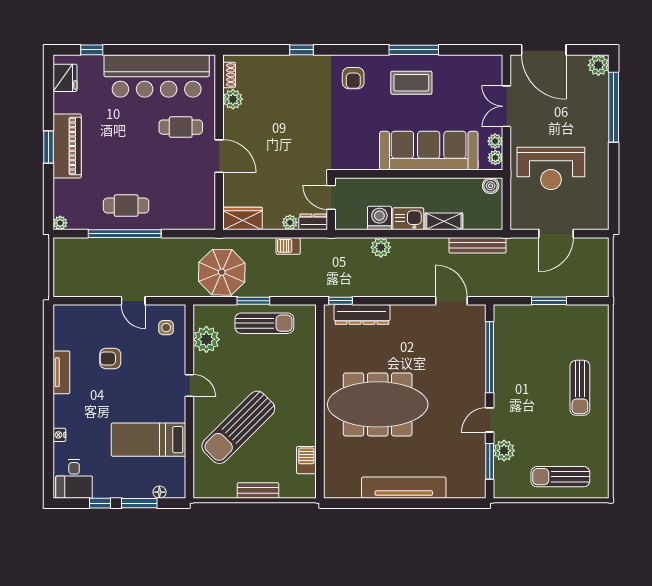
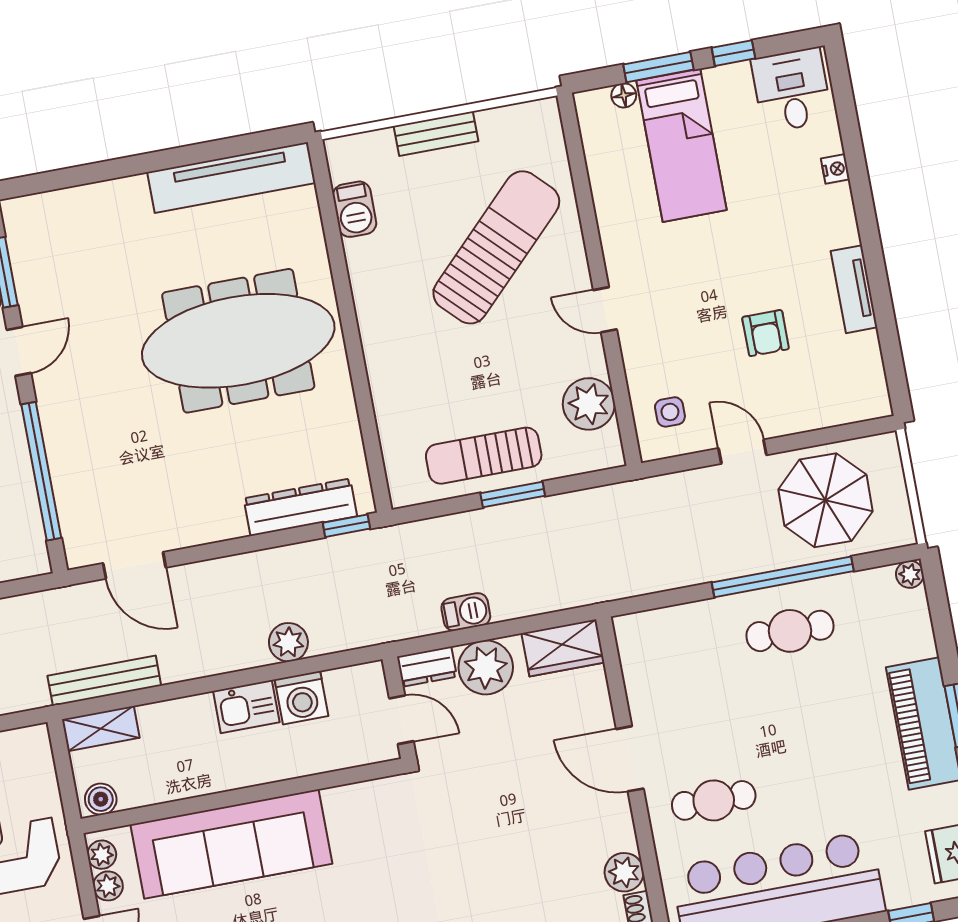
shelving: (444, 221) -> (101, 729), moved
plant: (290, 222) -> (486, 667), width x1.88, depth x1.88
parasol: (222, 272) -> (825, 500), moved
armchair: (110, 358) -> (766, 333), turned 90
bed: (148, 440) -> (682, 145), moved, turned 90
tv unit: (404, 488) -> (231, 178), moved

